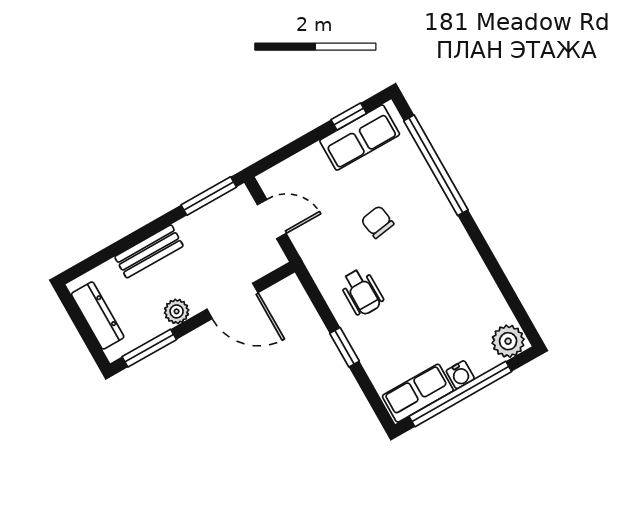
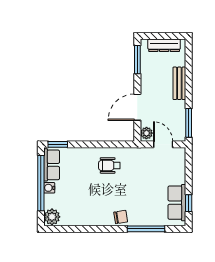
window: (436, 165) -> (146, 229), width x0.68
door: (272, 219) -> (163, 144), swing flipped
chair: (378, 222) -> (121, 217), moved
plant: (177, 311) -> (146, 133), moved
window: (345, 347) -> (58, 144), moved

